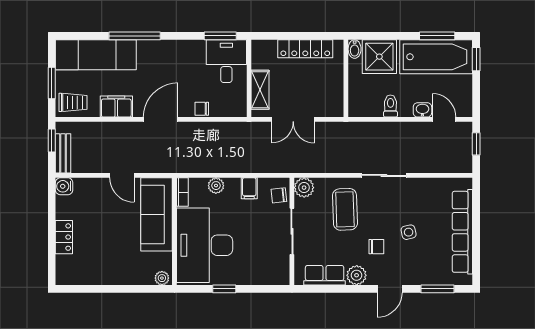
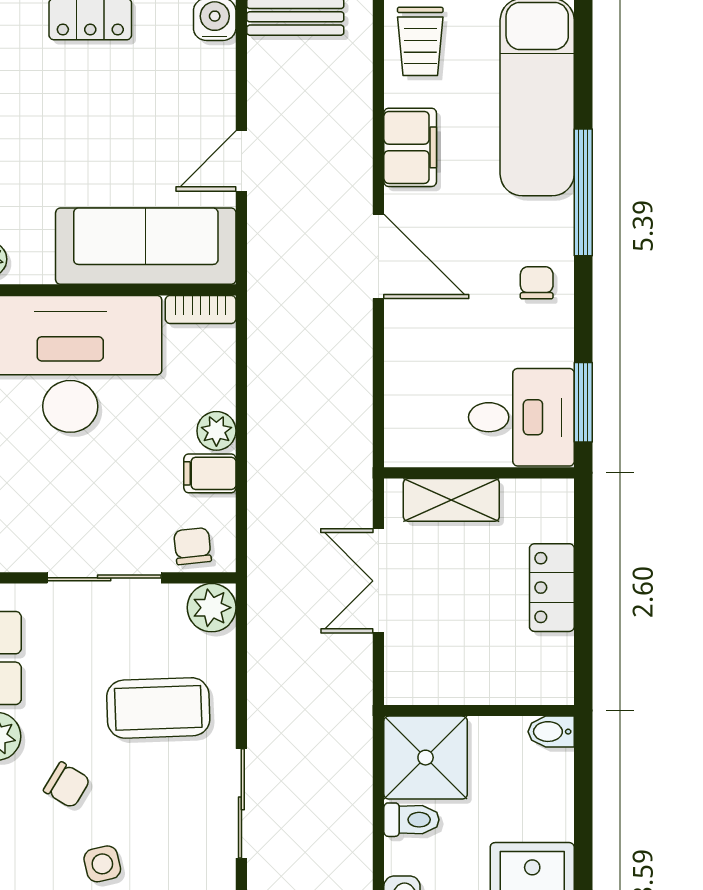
locker: (305, 49) -> (552, 588), width x0.66
shower: (379, 57) -> (426, 758), moved
chair: (202, 109) -> (537, 283), moved
plant: (216, 186) -> (216, 431), moved
chair: (376, 247) -> (67, 785), turned -59

